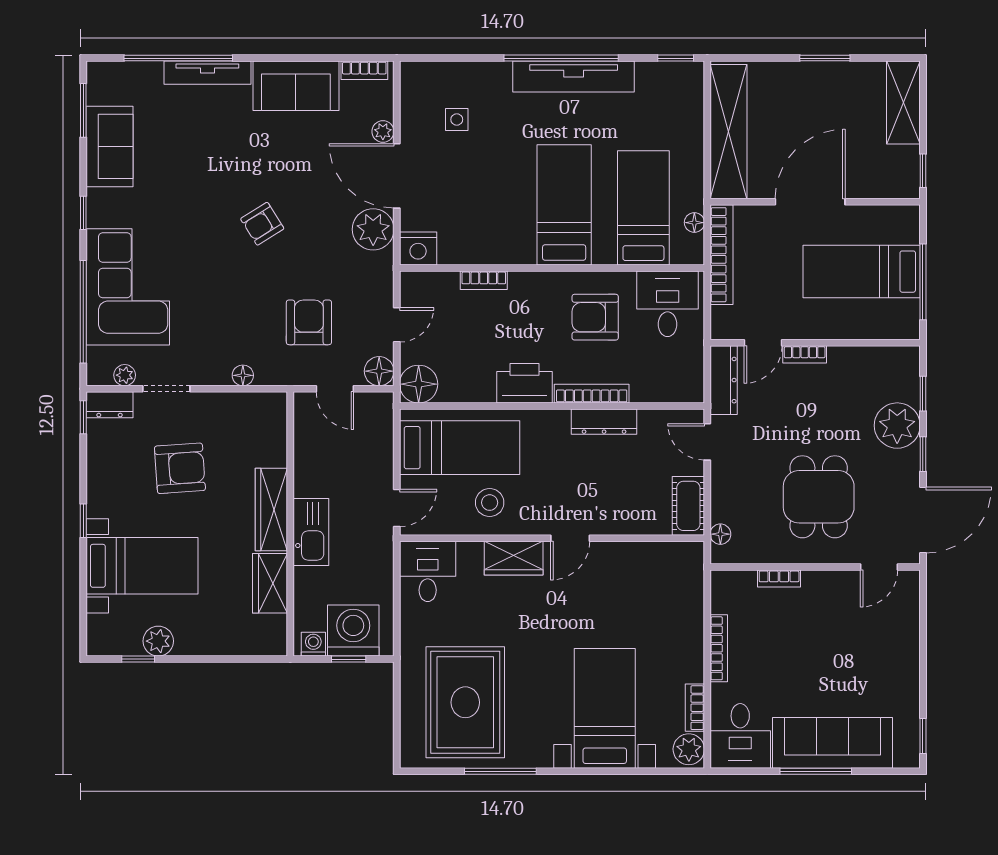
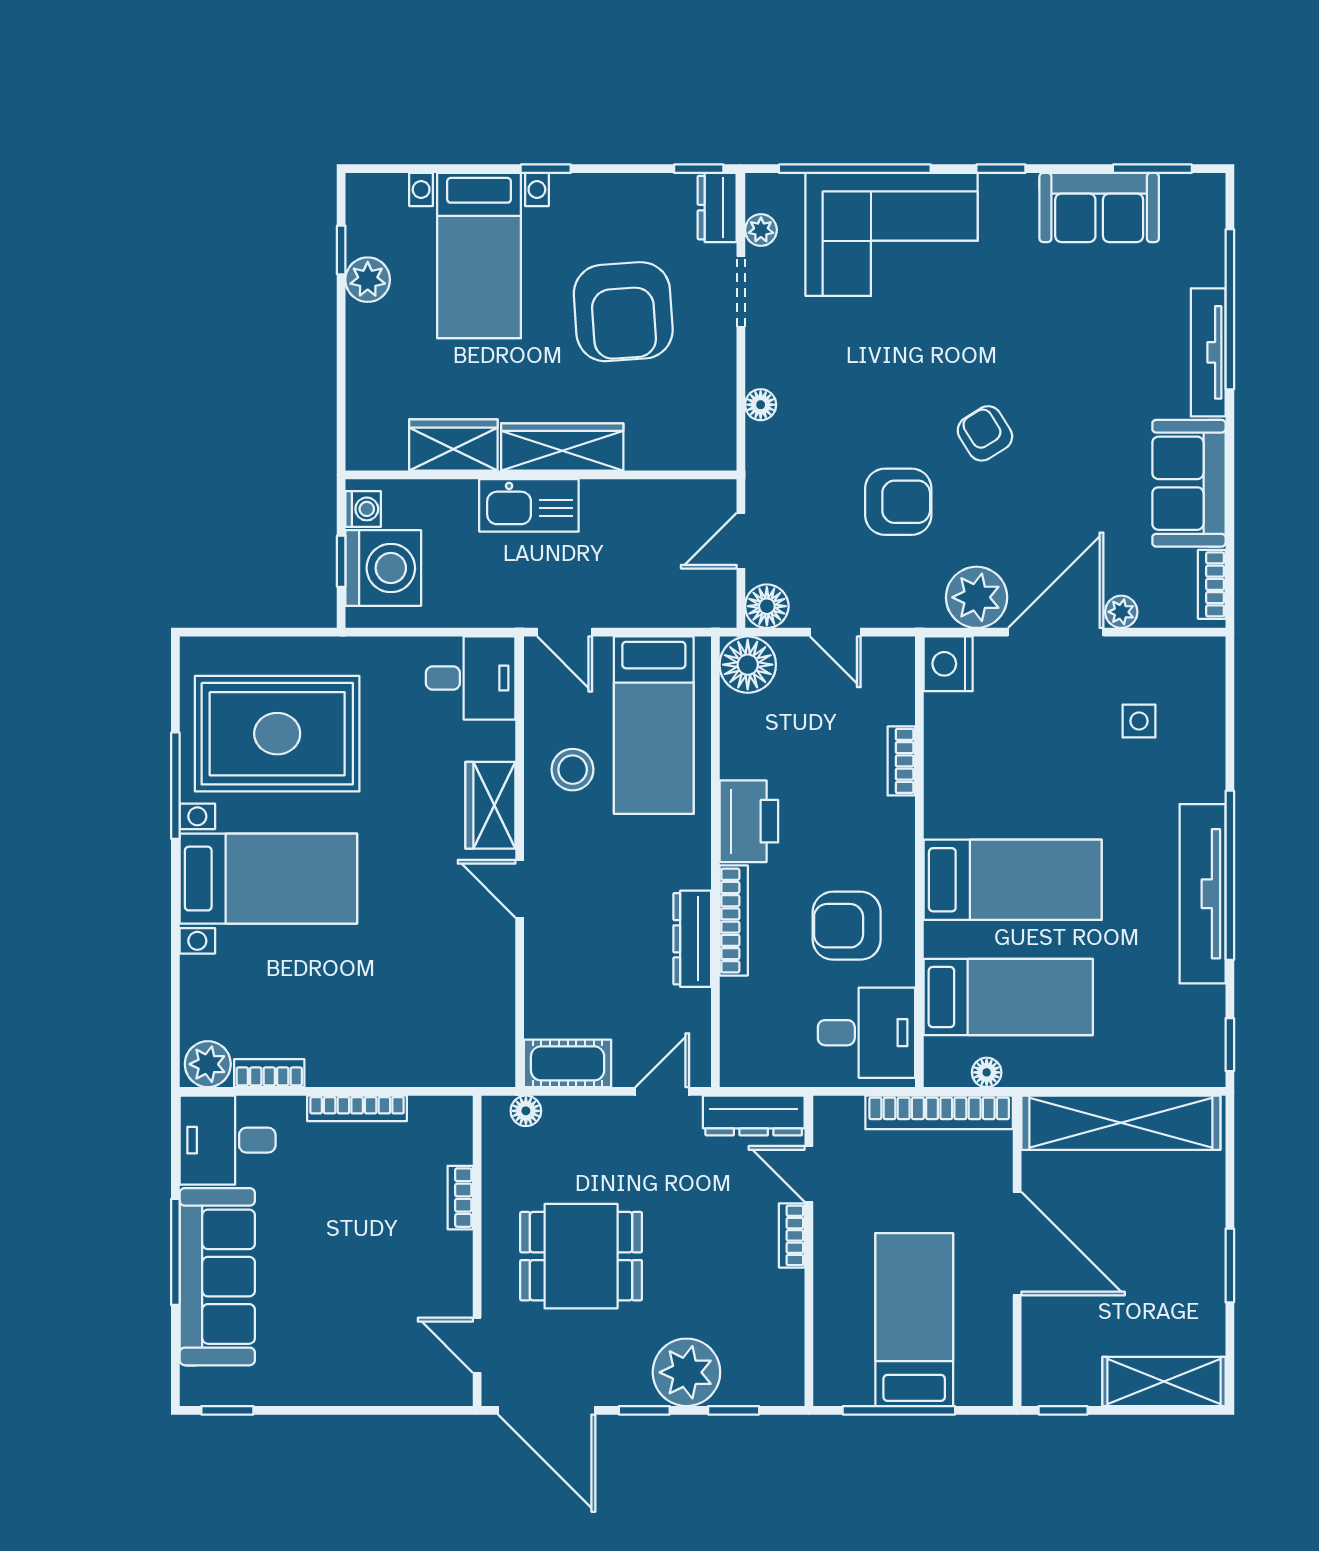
armchair: (595, 317) -> (847, 926), turned -90
armchair: (309, 322) -> (898, 502), moved
armchair: (180, 468) -> (623, 312), width x1.36, depth x1.36
bed with nightstands: (605, 708) -> (268, 879), moved

